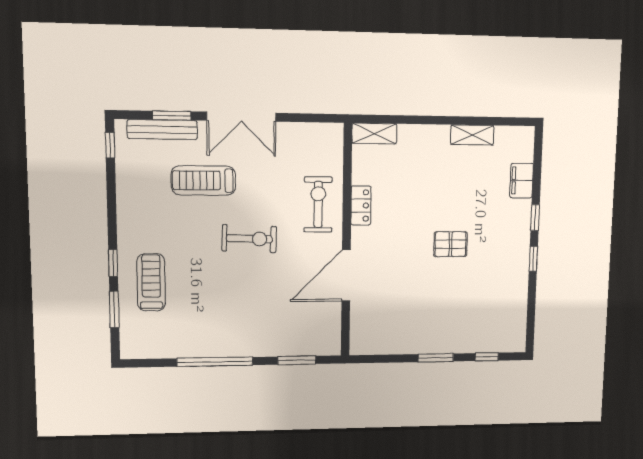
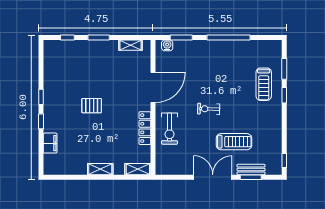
bench: (162, 130) -> (251, 170), width x0.73
shelving: (472, 135) -> (100, 169), moved
locker: (361, 206) -> (145, 128), width x1.53
exercise bike: (249, 239) -> (209, 109), width x0.73, depth x0.72
shelving: (383, 346) -> (131, 45), added
water cooler: (321, 347) -> (167, 45), added

